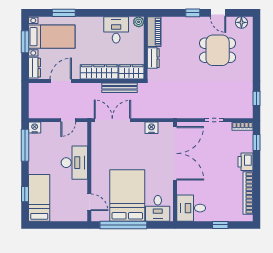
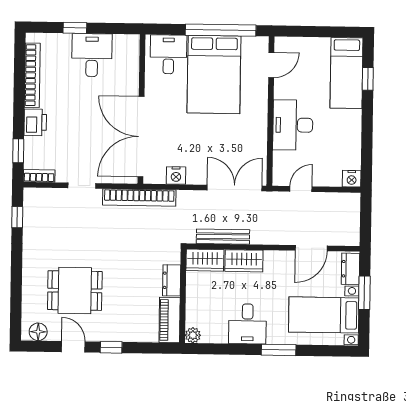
window: (64, 13) -> (279, 350), moved
desk: (116, 30) -> (247, 324), moved
window: (25, 42) -> (364, 293), moved
wardrobe: (99, 72) -> (244, 261), width x0.67
bookcase: (176, 113) -> (139, 198), added
double door: (112, 120) -> (235, 188), swing flipped
window: (25, 145) -> (367, 152), removed
door: (89, 202) -> (271, 65), swing flipped
desk: (191, 208) -> (92, 55), moved, turned -90

